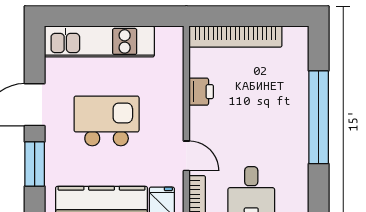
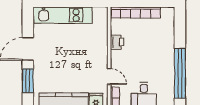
window: (319, 117) -> (180, 73), moved
kitchen island: (107, 121) -> (66, 58), removed

